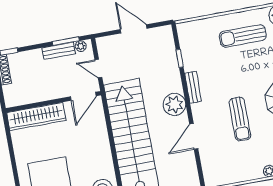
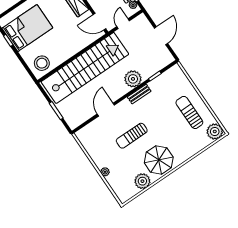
plant: (174, 104) -> (133, 79), moved
door: (194, 136) -> (106, 110), hinge flipped

